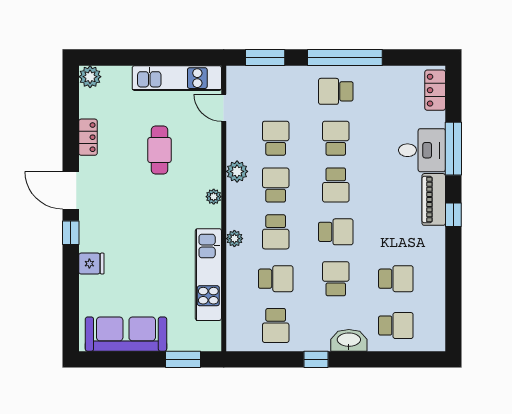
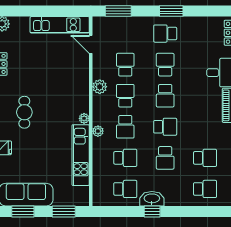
window: (345, 57) -> (171, 11), width x0.47
cafe table: (159, 150) -> (24, 112), moved
plant: (214, 197) -> (84, 118), moved
school desk: (336, 279) -> (165, 158), turned 180
school desk: (276, 326) -> (125, 189), turned -90
washbasin: (349, 340) -> (152, 199), moved
window: (121, 359) -> (23, 211), added

